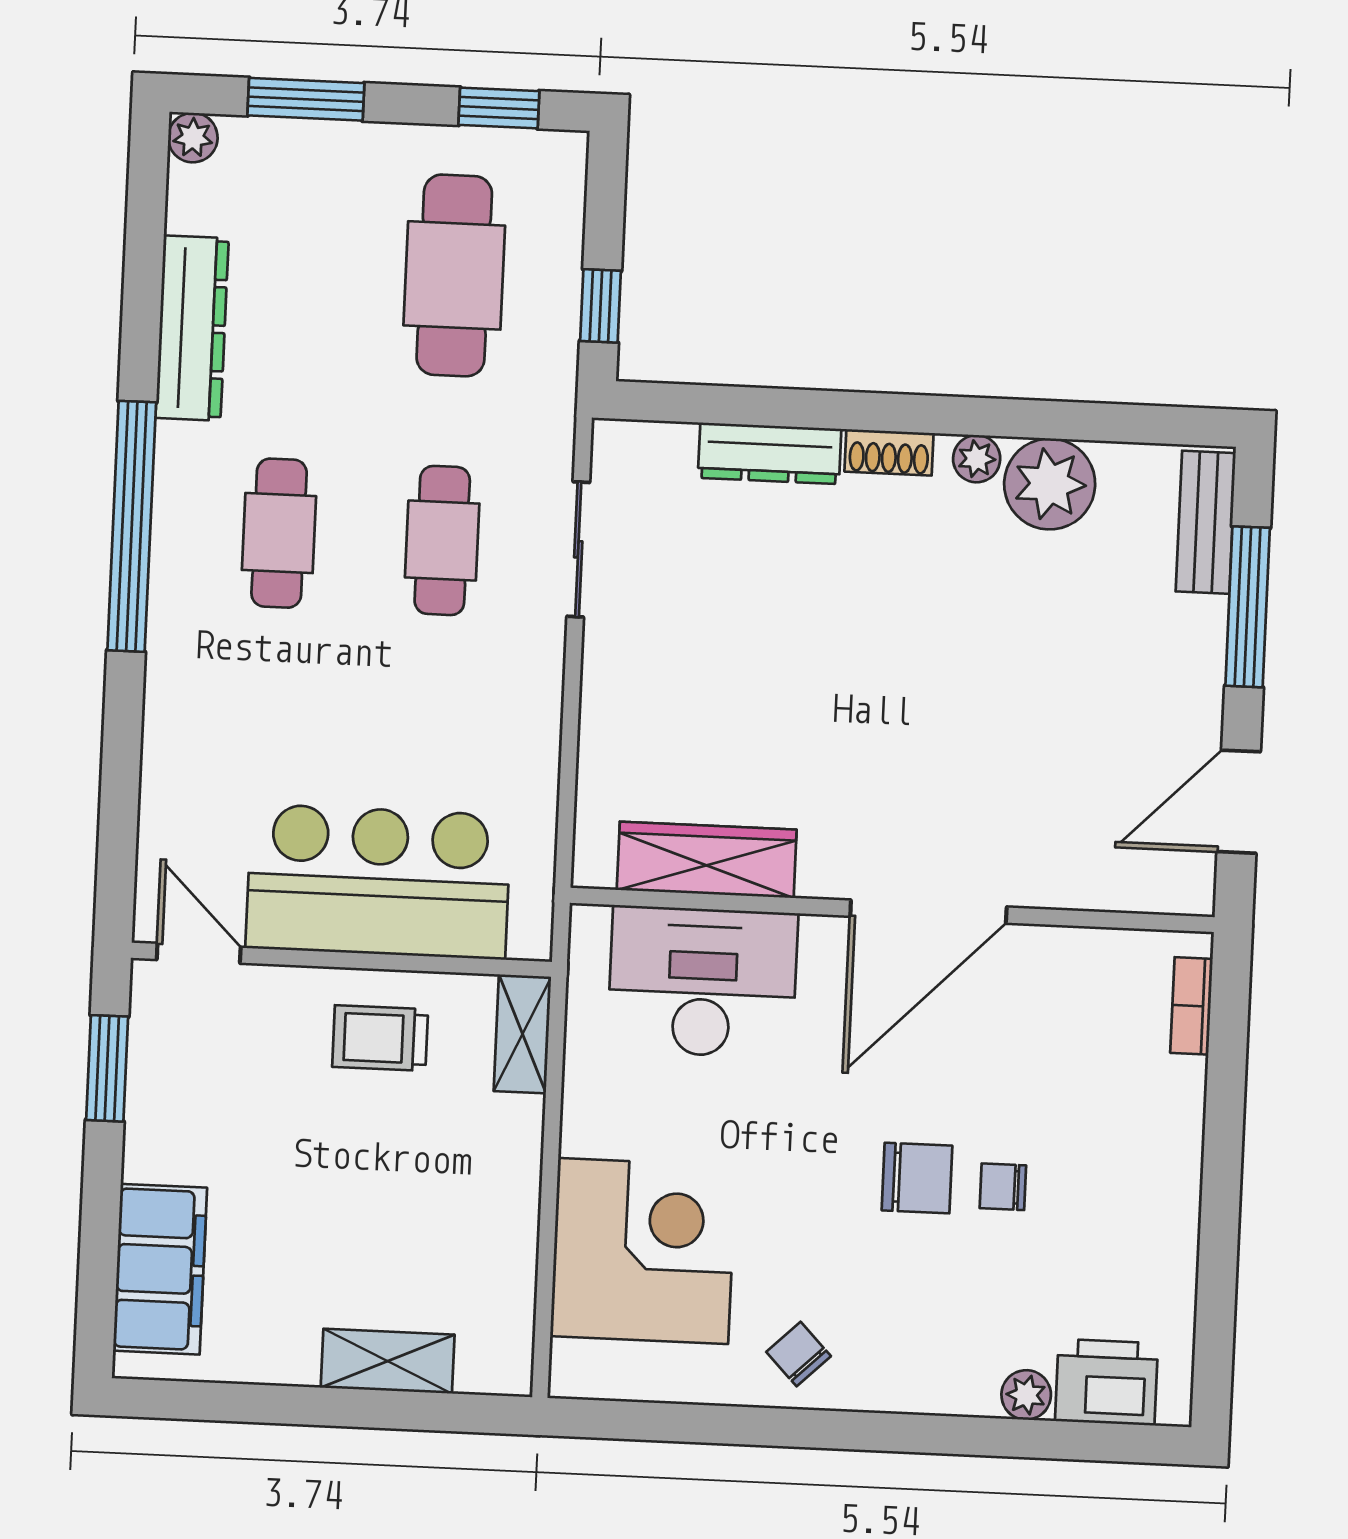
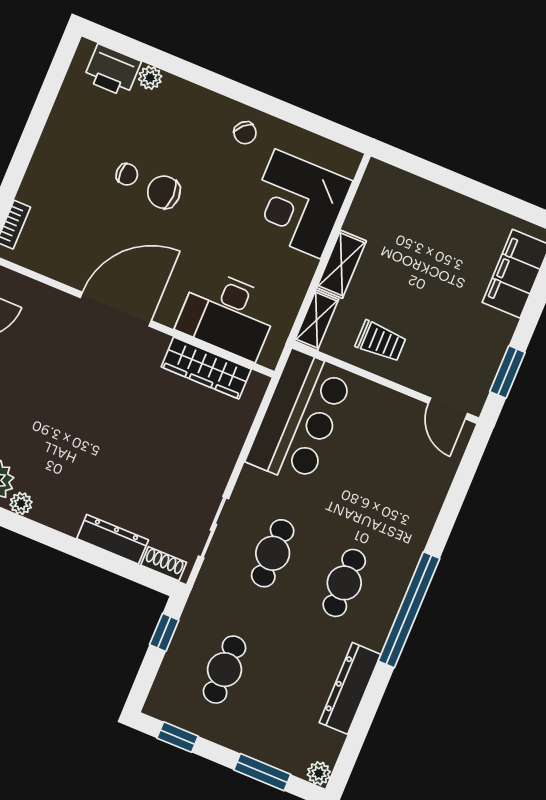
cafe table: (454, 275) -> (225, 670), width x0.73, depth x0.74
shoe rack: (889, 452) -> (164, 564), moved
bar counter: (378, 882) -> (300, 418), moved, turned -90
shelving: (388, 1361) -> (341, 264), moved, turned 90

